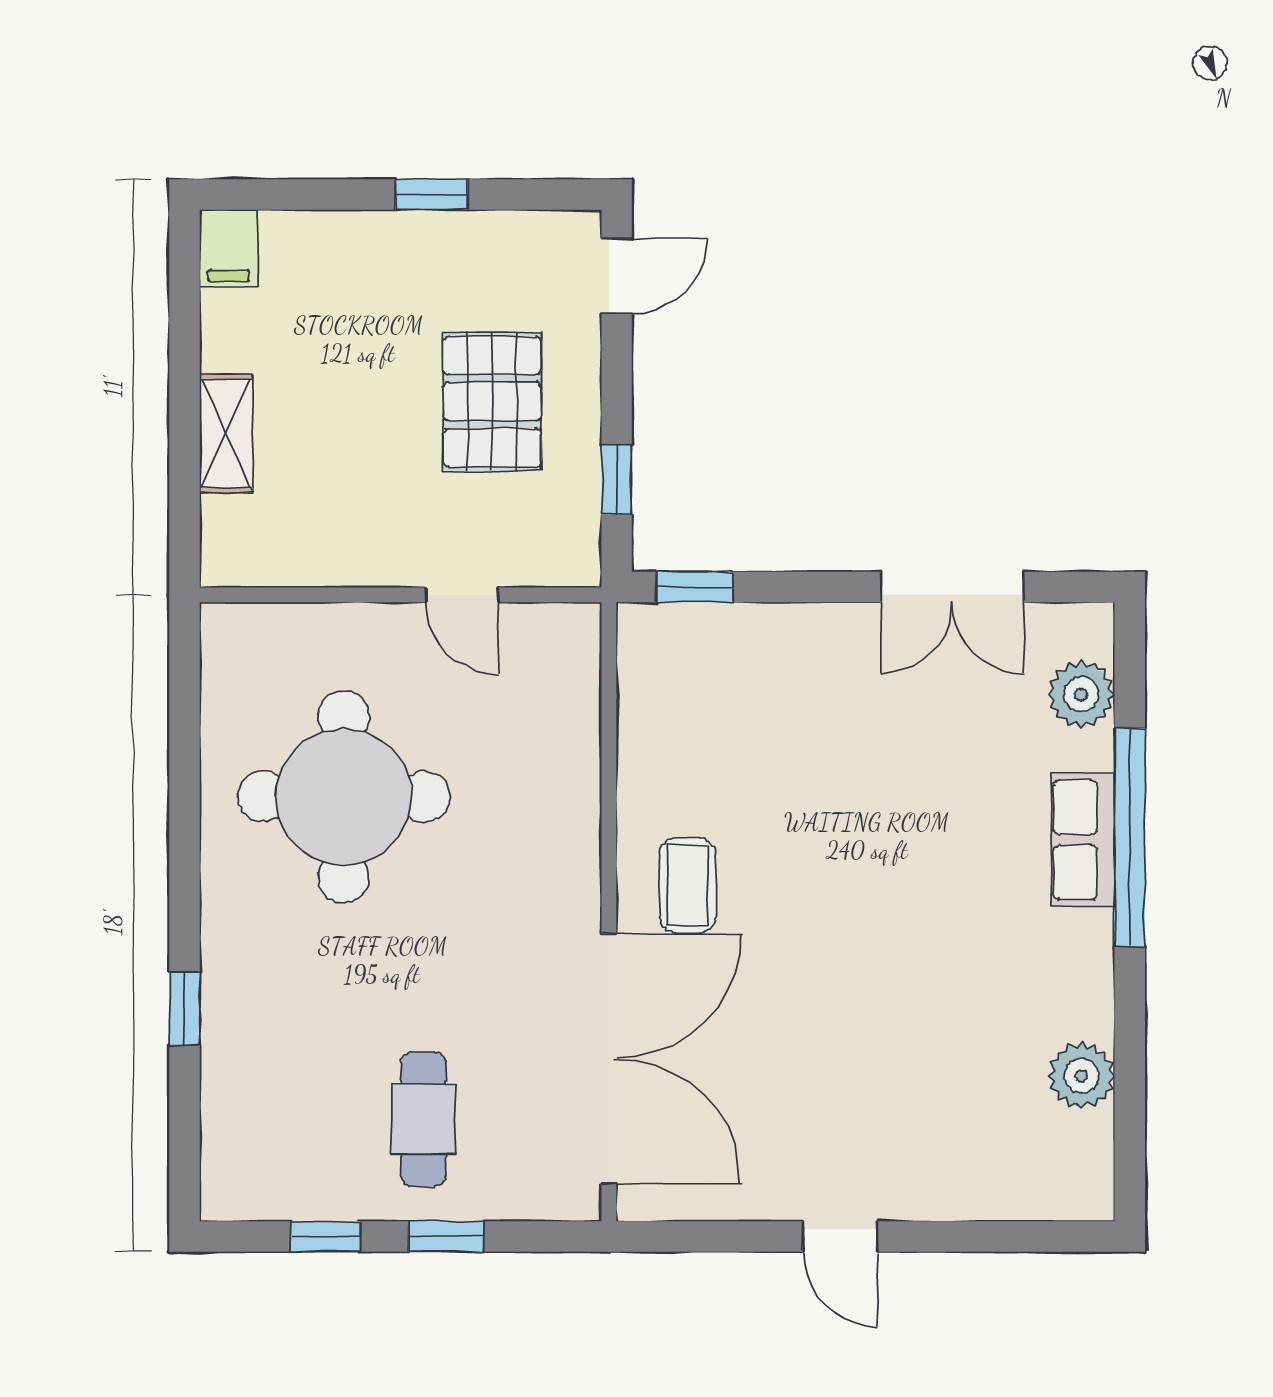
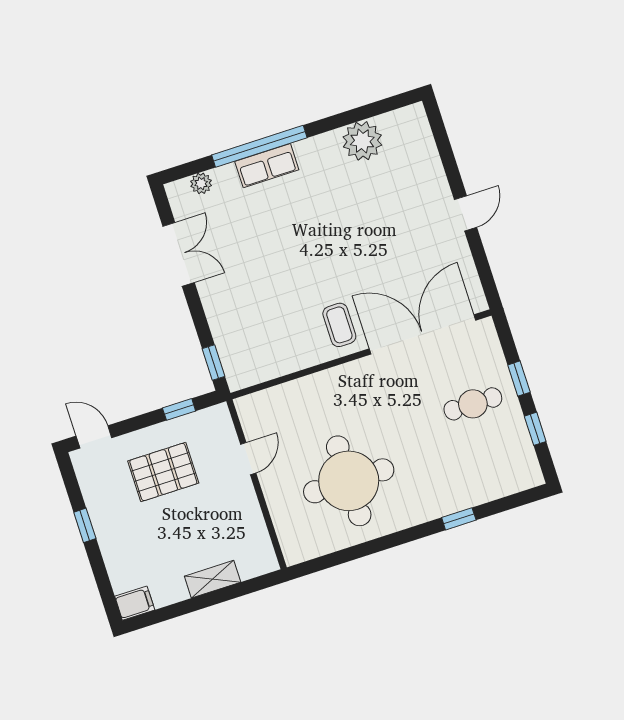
plant: (1081, 694) -> (201, 183), width x0.73, depth x0.73
coffee table: (687, 885) -> (339, 325), turned 90
plant: (1081, 1076) -> (362, 141), width x1.36, depth x1.36

